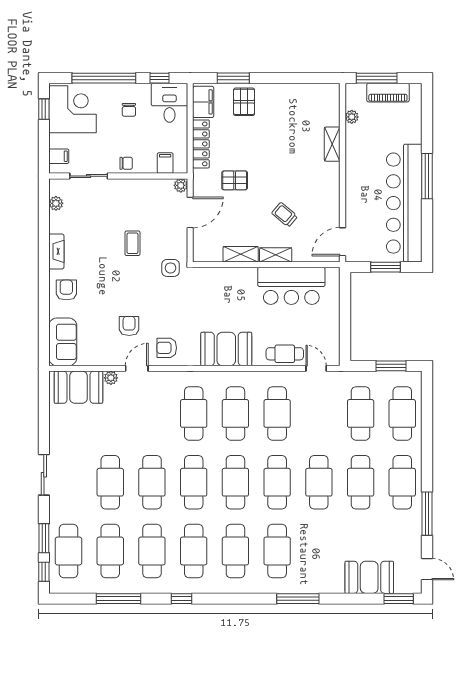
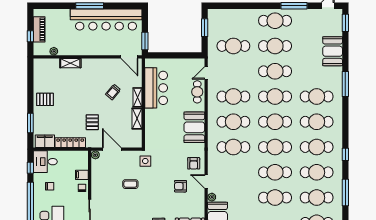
window: (377, 78) -> (30, 36), width x0.46
pallet: (244, 102) -> (45, 99), moved
filing cabinet: (165, 163) -> (82, 175), moved
window: (385, 267) -> (145, 41), moved
cafe table: (402, 413) -> (233, 21), removed
booth: (369, 577) -> (333, 51), moved

